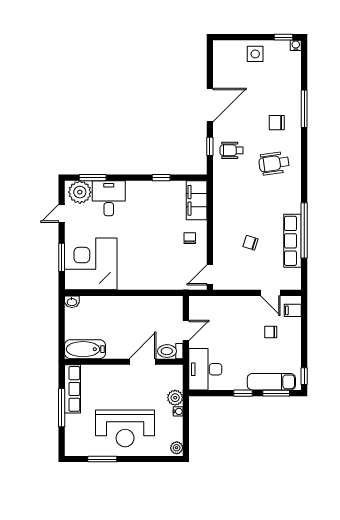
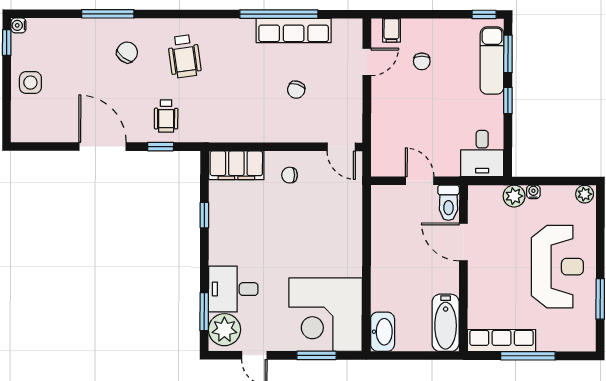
chair: (277, 123) -> (127, 52), turned -142
washbasin: (72, 302) -> (383, 332), width x1.91, depth x1.45
desk: (205, 369) -> (482, 154), width x0.73

